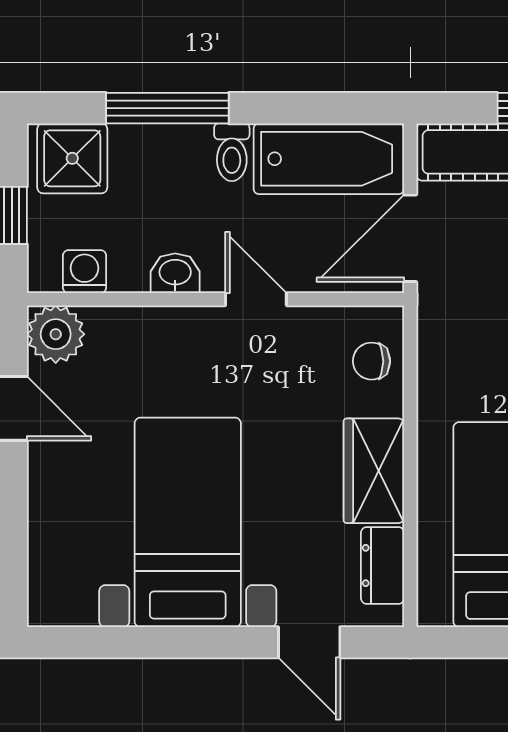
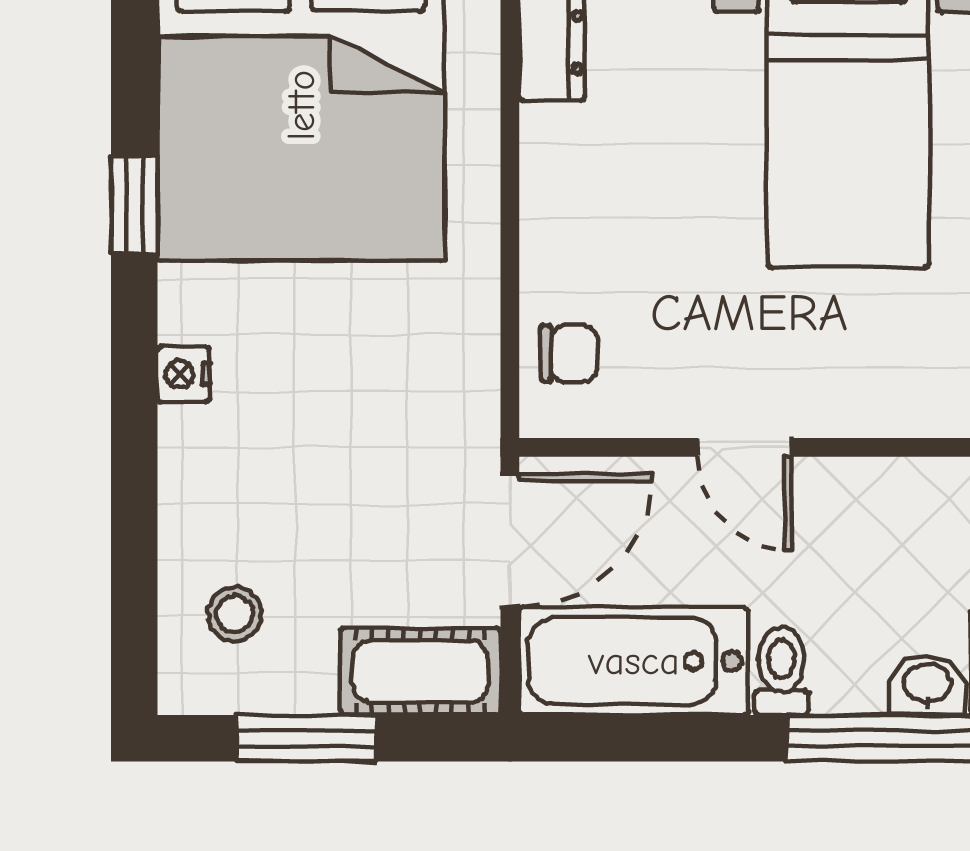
washbasin: (175, 273) -> (927, 685), moved, turned 180
wardrobe: (374, 471) -> (565, 186), removed

